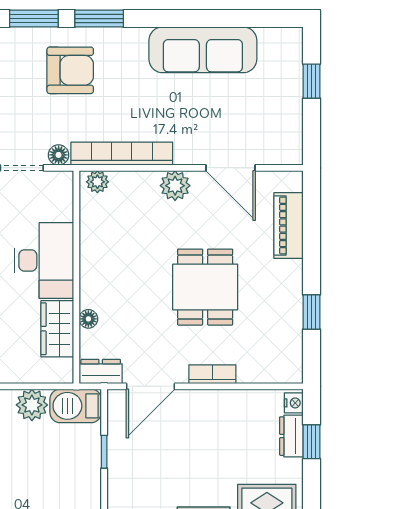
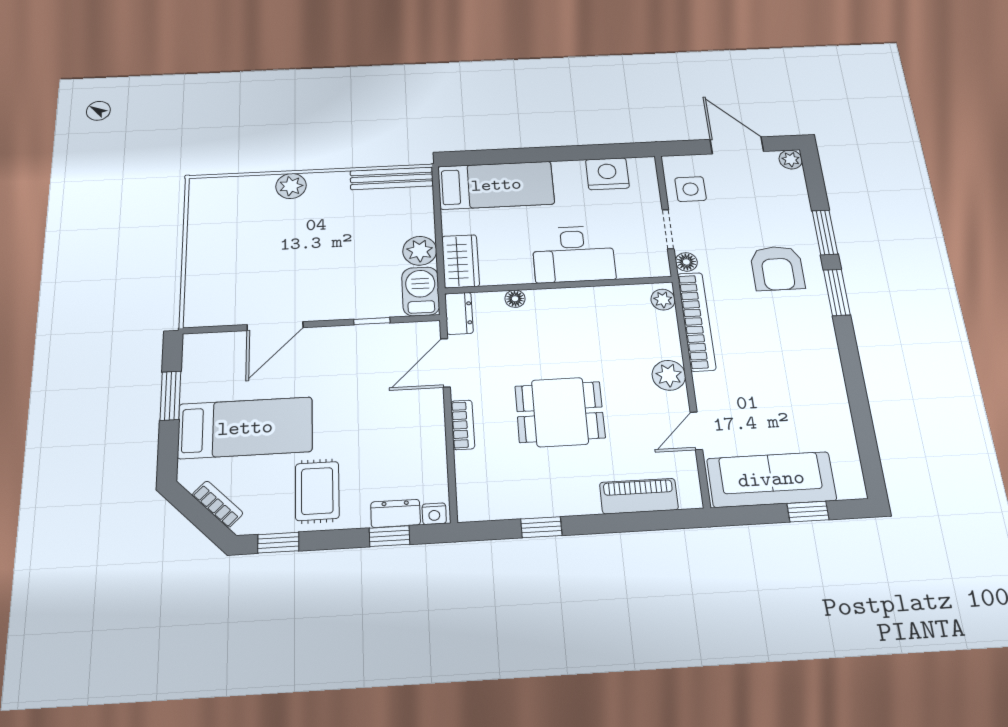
sofa: (203, 50) -> (771, 479), moved, turned 90
door: (231, 168) -> (696, 431), width x0.73
wardrobe: (57, 329) -> (460, 261), moved, turned 90
door: (151, 386) -> (445, 363), hinge flipped

